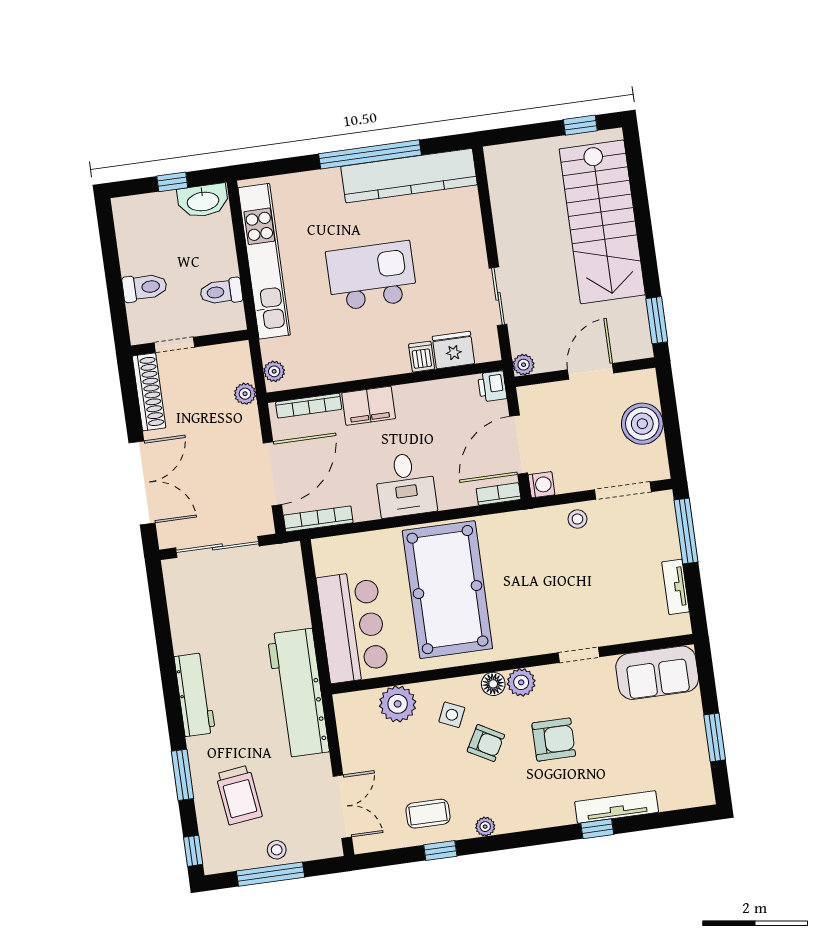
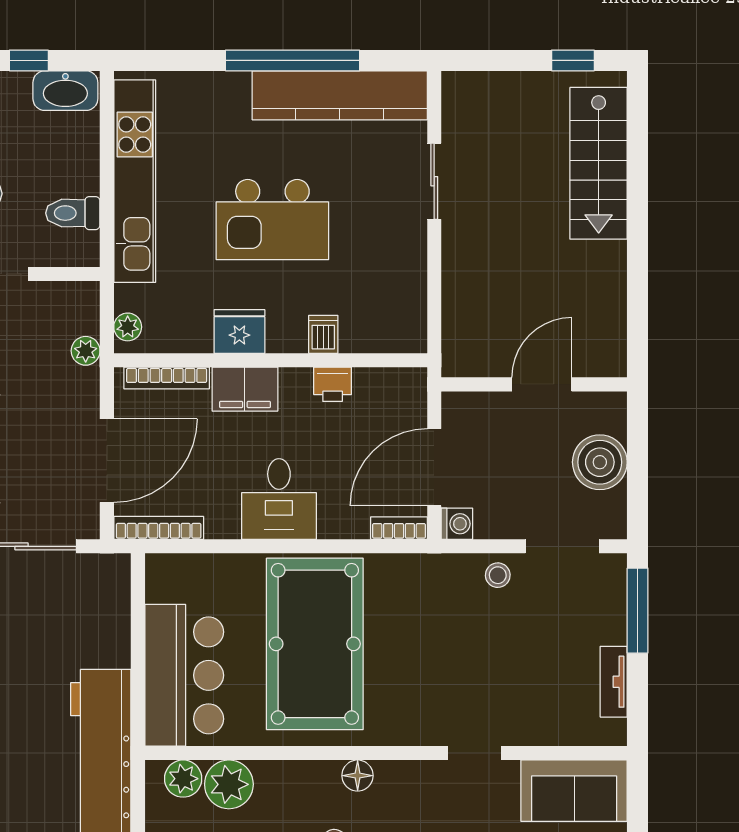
stairs: (602, 222) -> (599, 163), width x0.73, depth x0.66
kitchen island: (371, 276) -> (272, 220), turned 180
sliding door: (498, 296) -> (434, 181), moved
window: (657, 320) -> (638, 329), removed
fridge: (453, 350) -> (239, 332), moved
plant: (524, 365) -> (455, 363), removed
printer: (492, 386) -> (333, 384), moved, turned -90
plant: (521, 682) -> (183, 779), moved
side table: (452, 715) -> (298, 808), removed

